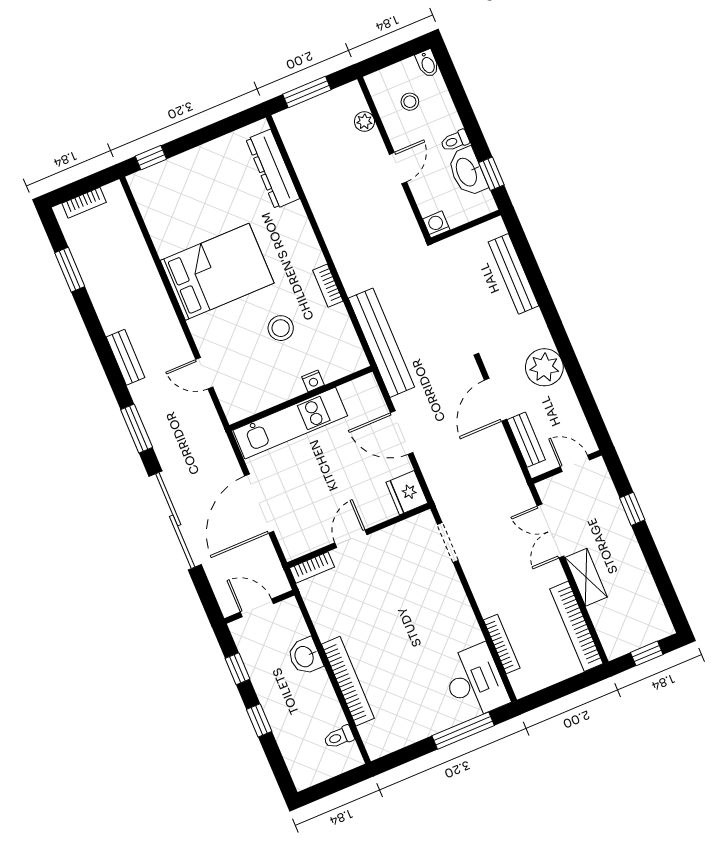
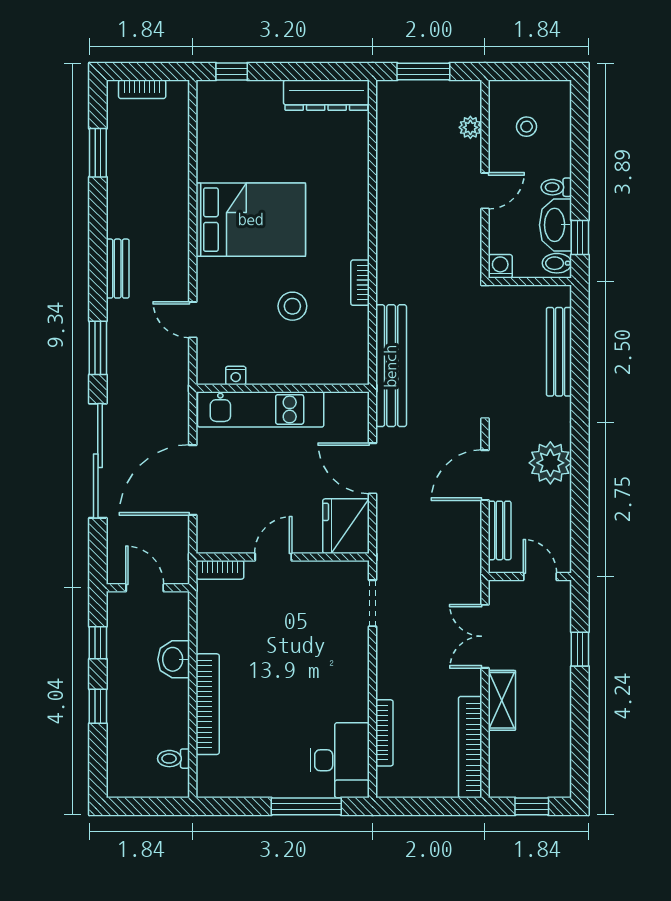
bidet: (427, 63) -> (557, 263), moved, turned 90
dresser: (273, 169) -> (326, 95), moved, turned -90
nightstand: (313, 381) -> (236, 376), moved
fridge: (407, 493) -> (346, 526), width x1.36, depth x1.34

